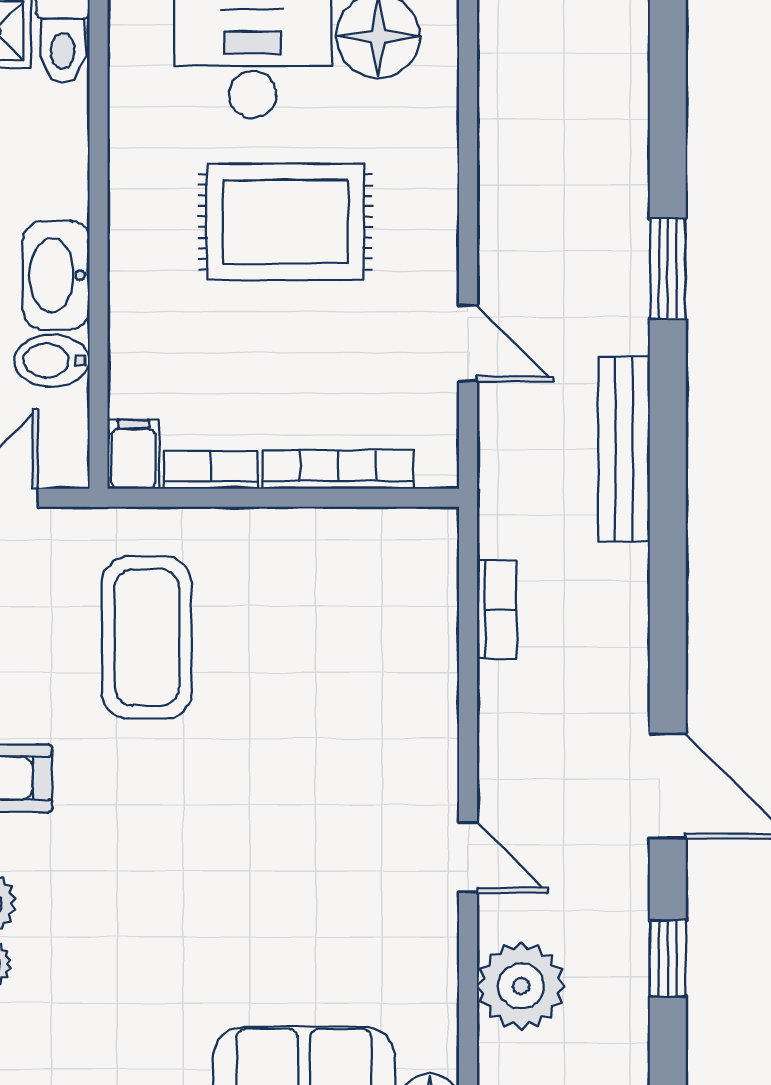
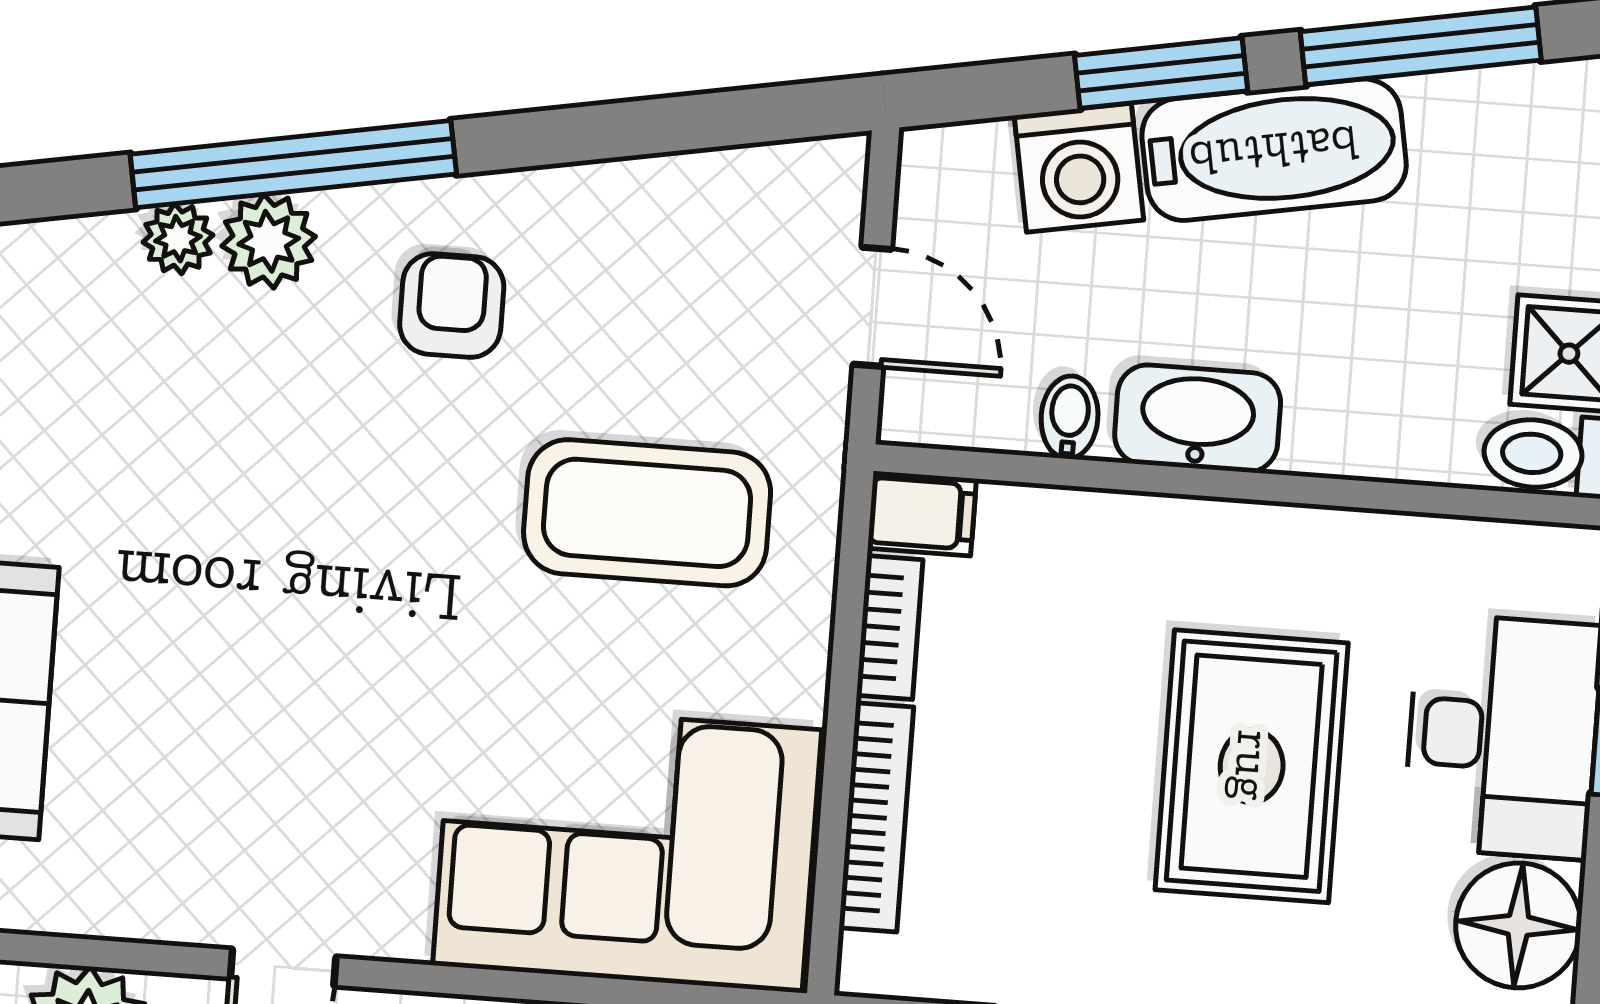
bidet: (52, 361) -> (1070, 417), width x0.72, depth x0.74
corner sofa: (371, 634) -> (627, 847), added

